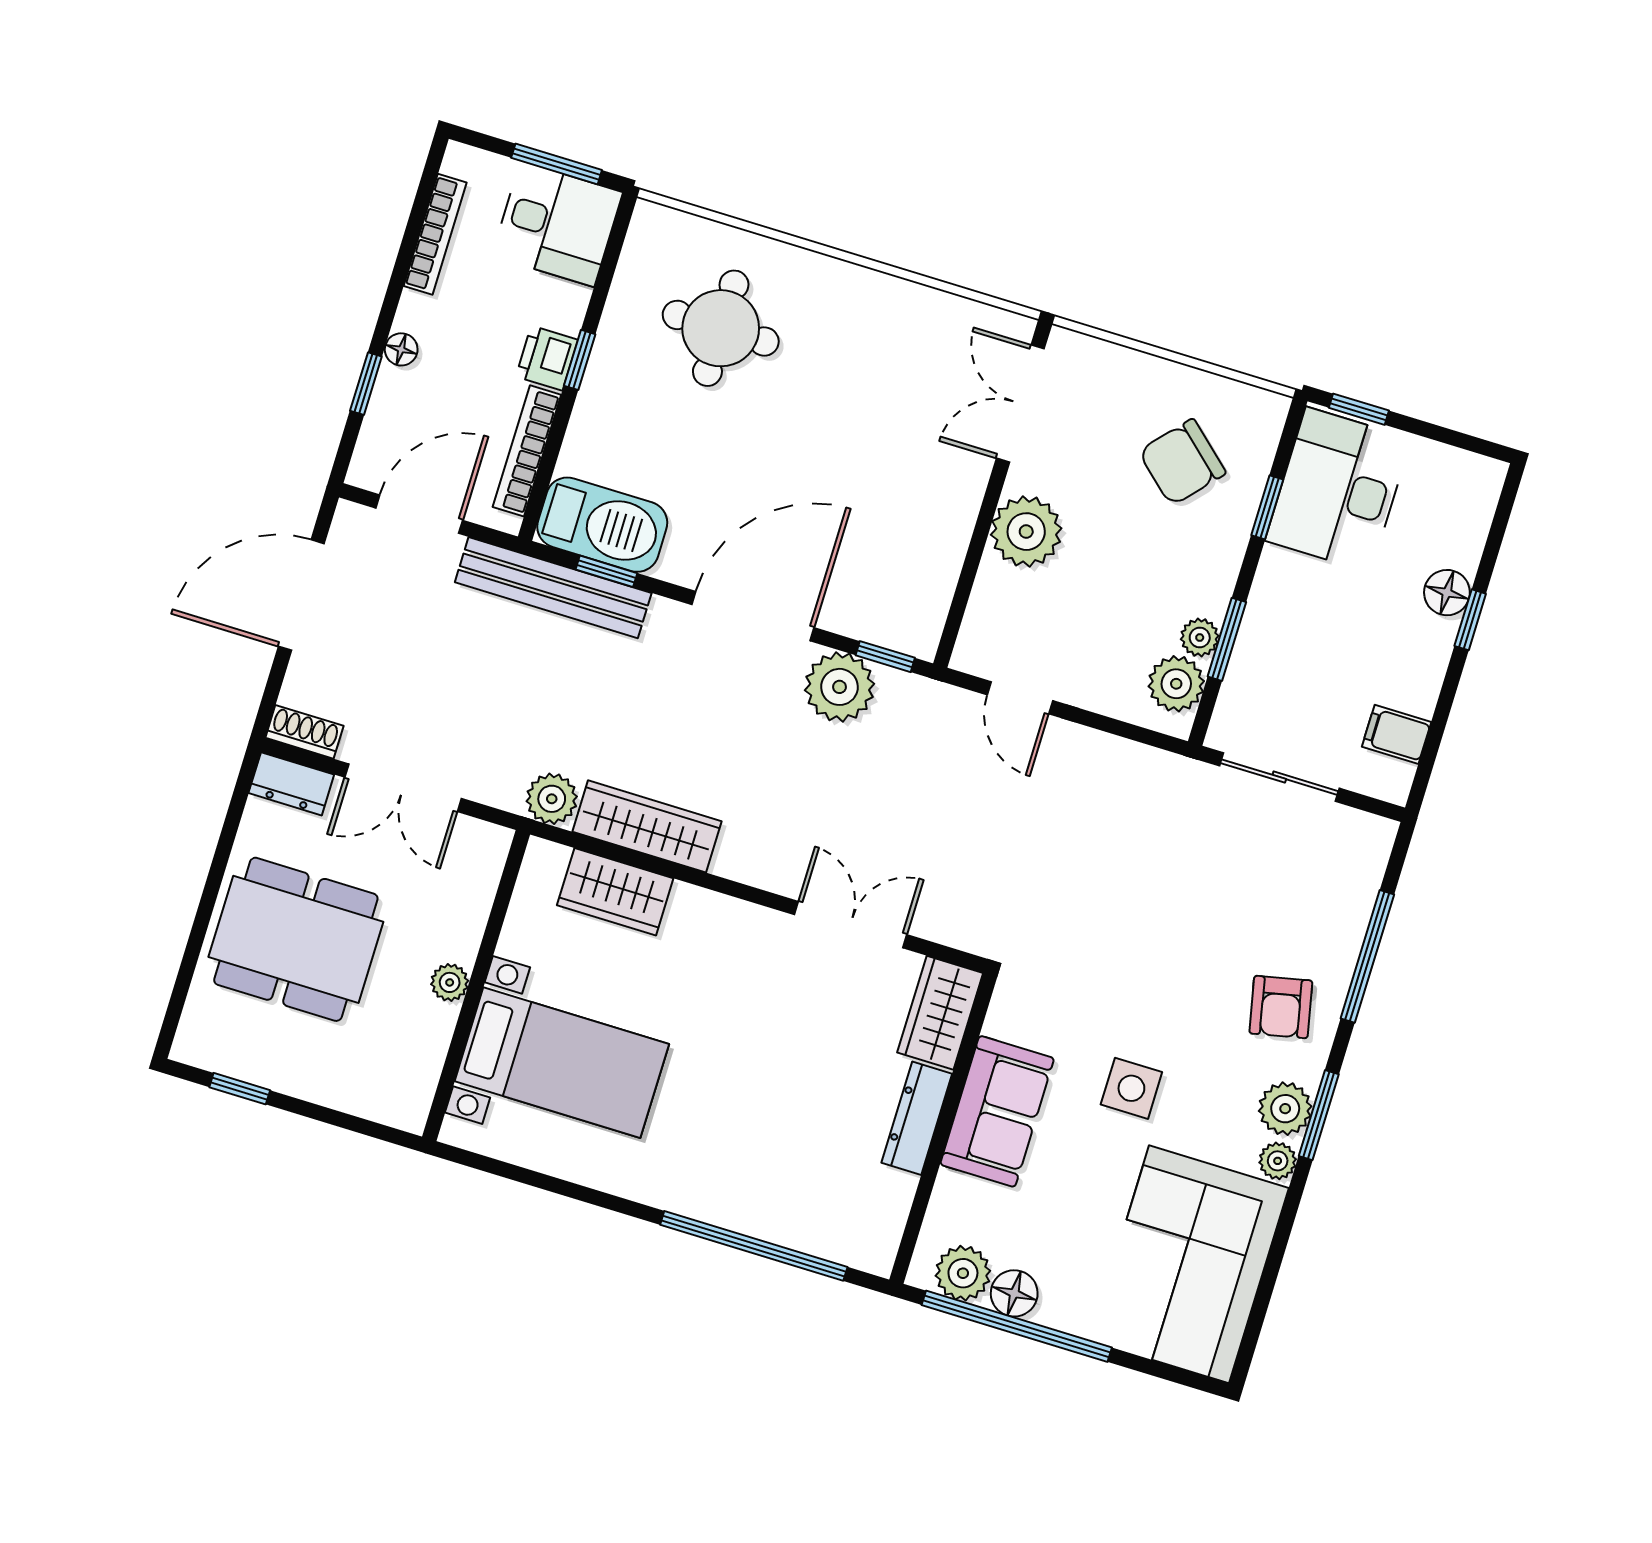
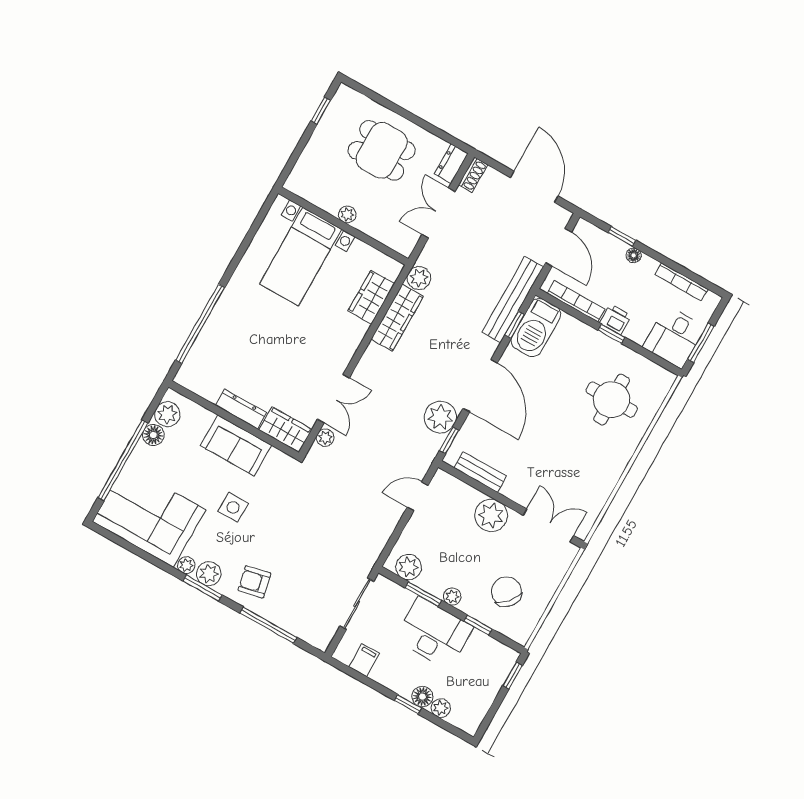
desk: (1338, 490) -> (434, 633), moved
plant: (1463, 548) -> (441, 708), added
bench: (938, 575) -> (480, 472), added
plant: (1200, 638) -> (452, 597), moved
plant: (938, 924) -> (325, 438), added
dining table: (296, 939) -> (382, 150), width x0.73
window: (1017, 1326) -> (123, 460), moved

